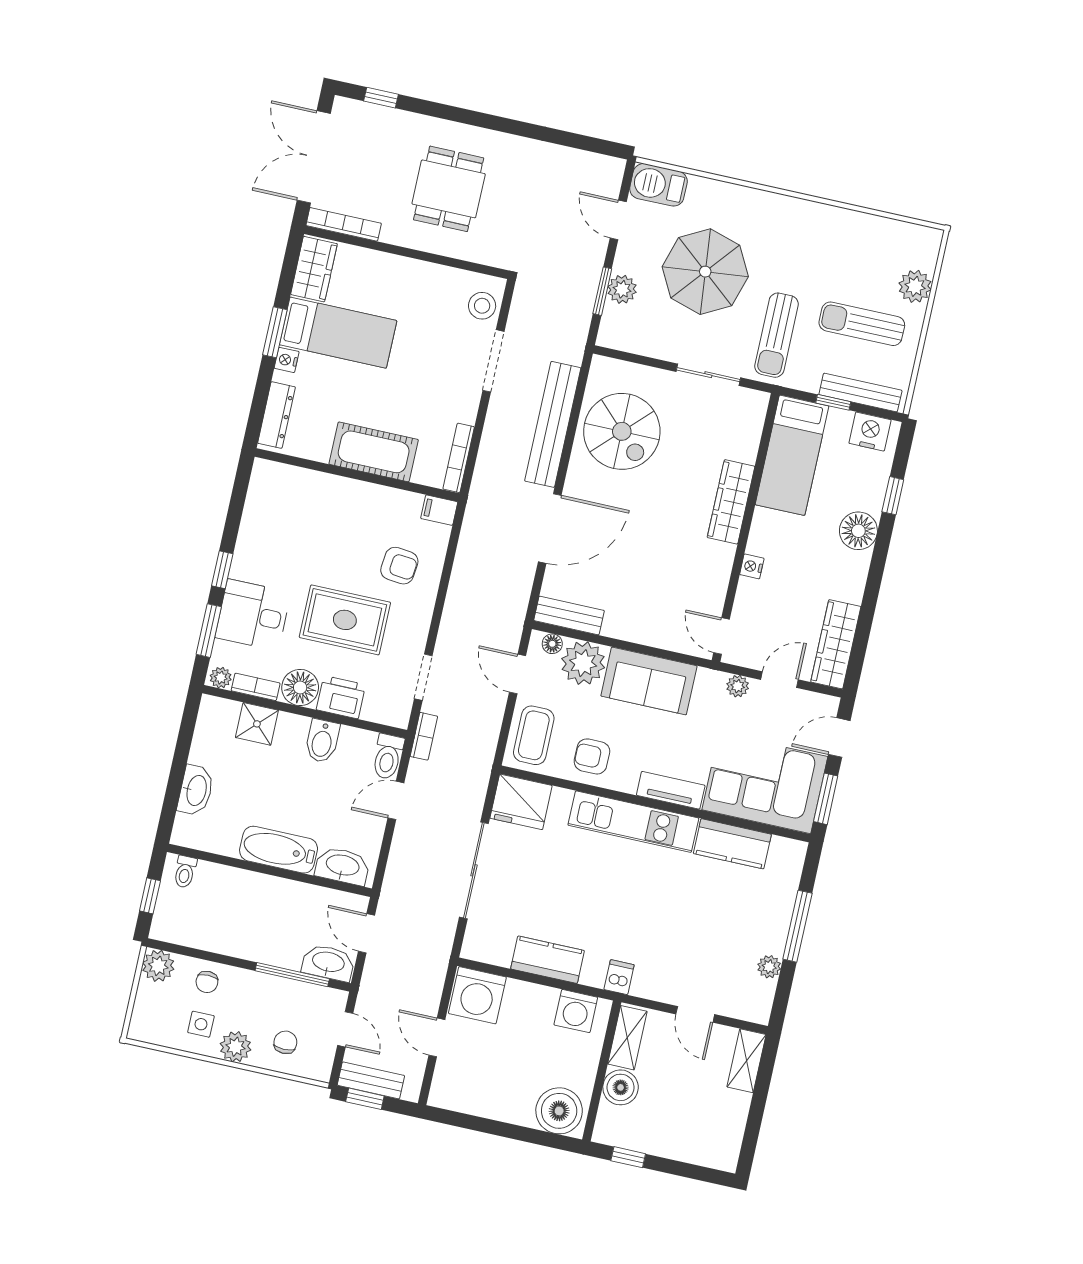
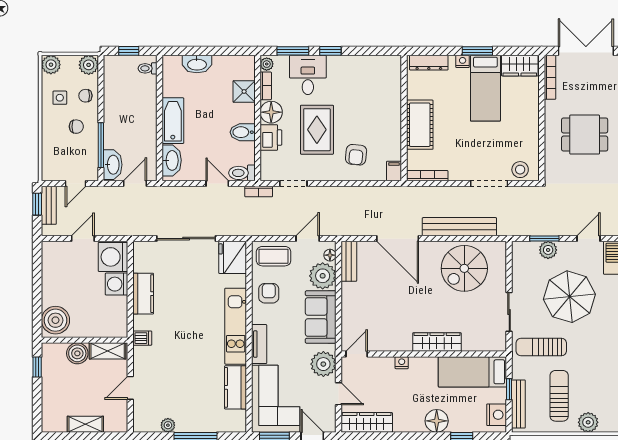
plant: (738, 686) -> (323, 364), width x1.88, depth x1.88
washing machine: (576, 1011) -> (117, 284), moved
chair: (285, 1042) -> (76, 127), moved
plant: (236, 1047) -> (51, 65), moved
shelving: (747, 1061) -> (85, 424), moved

